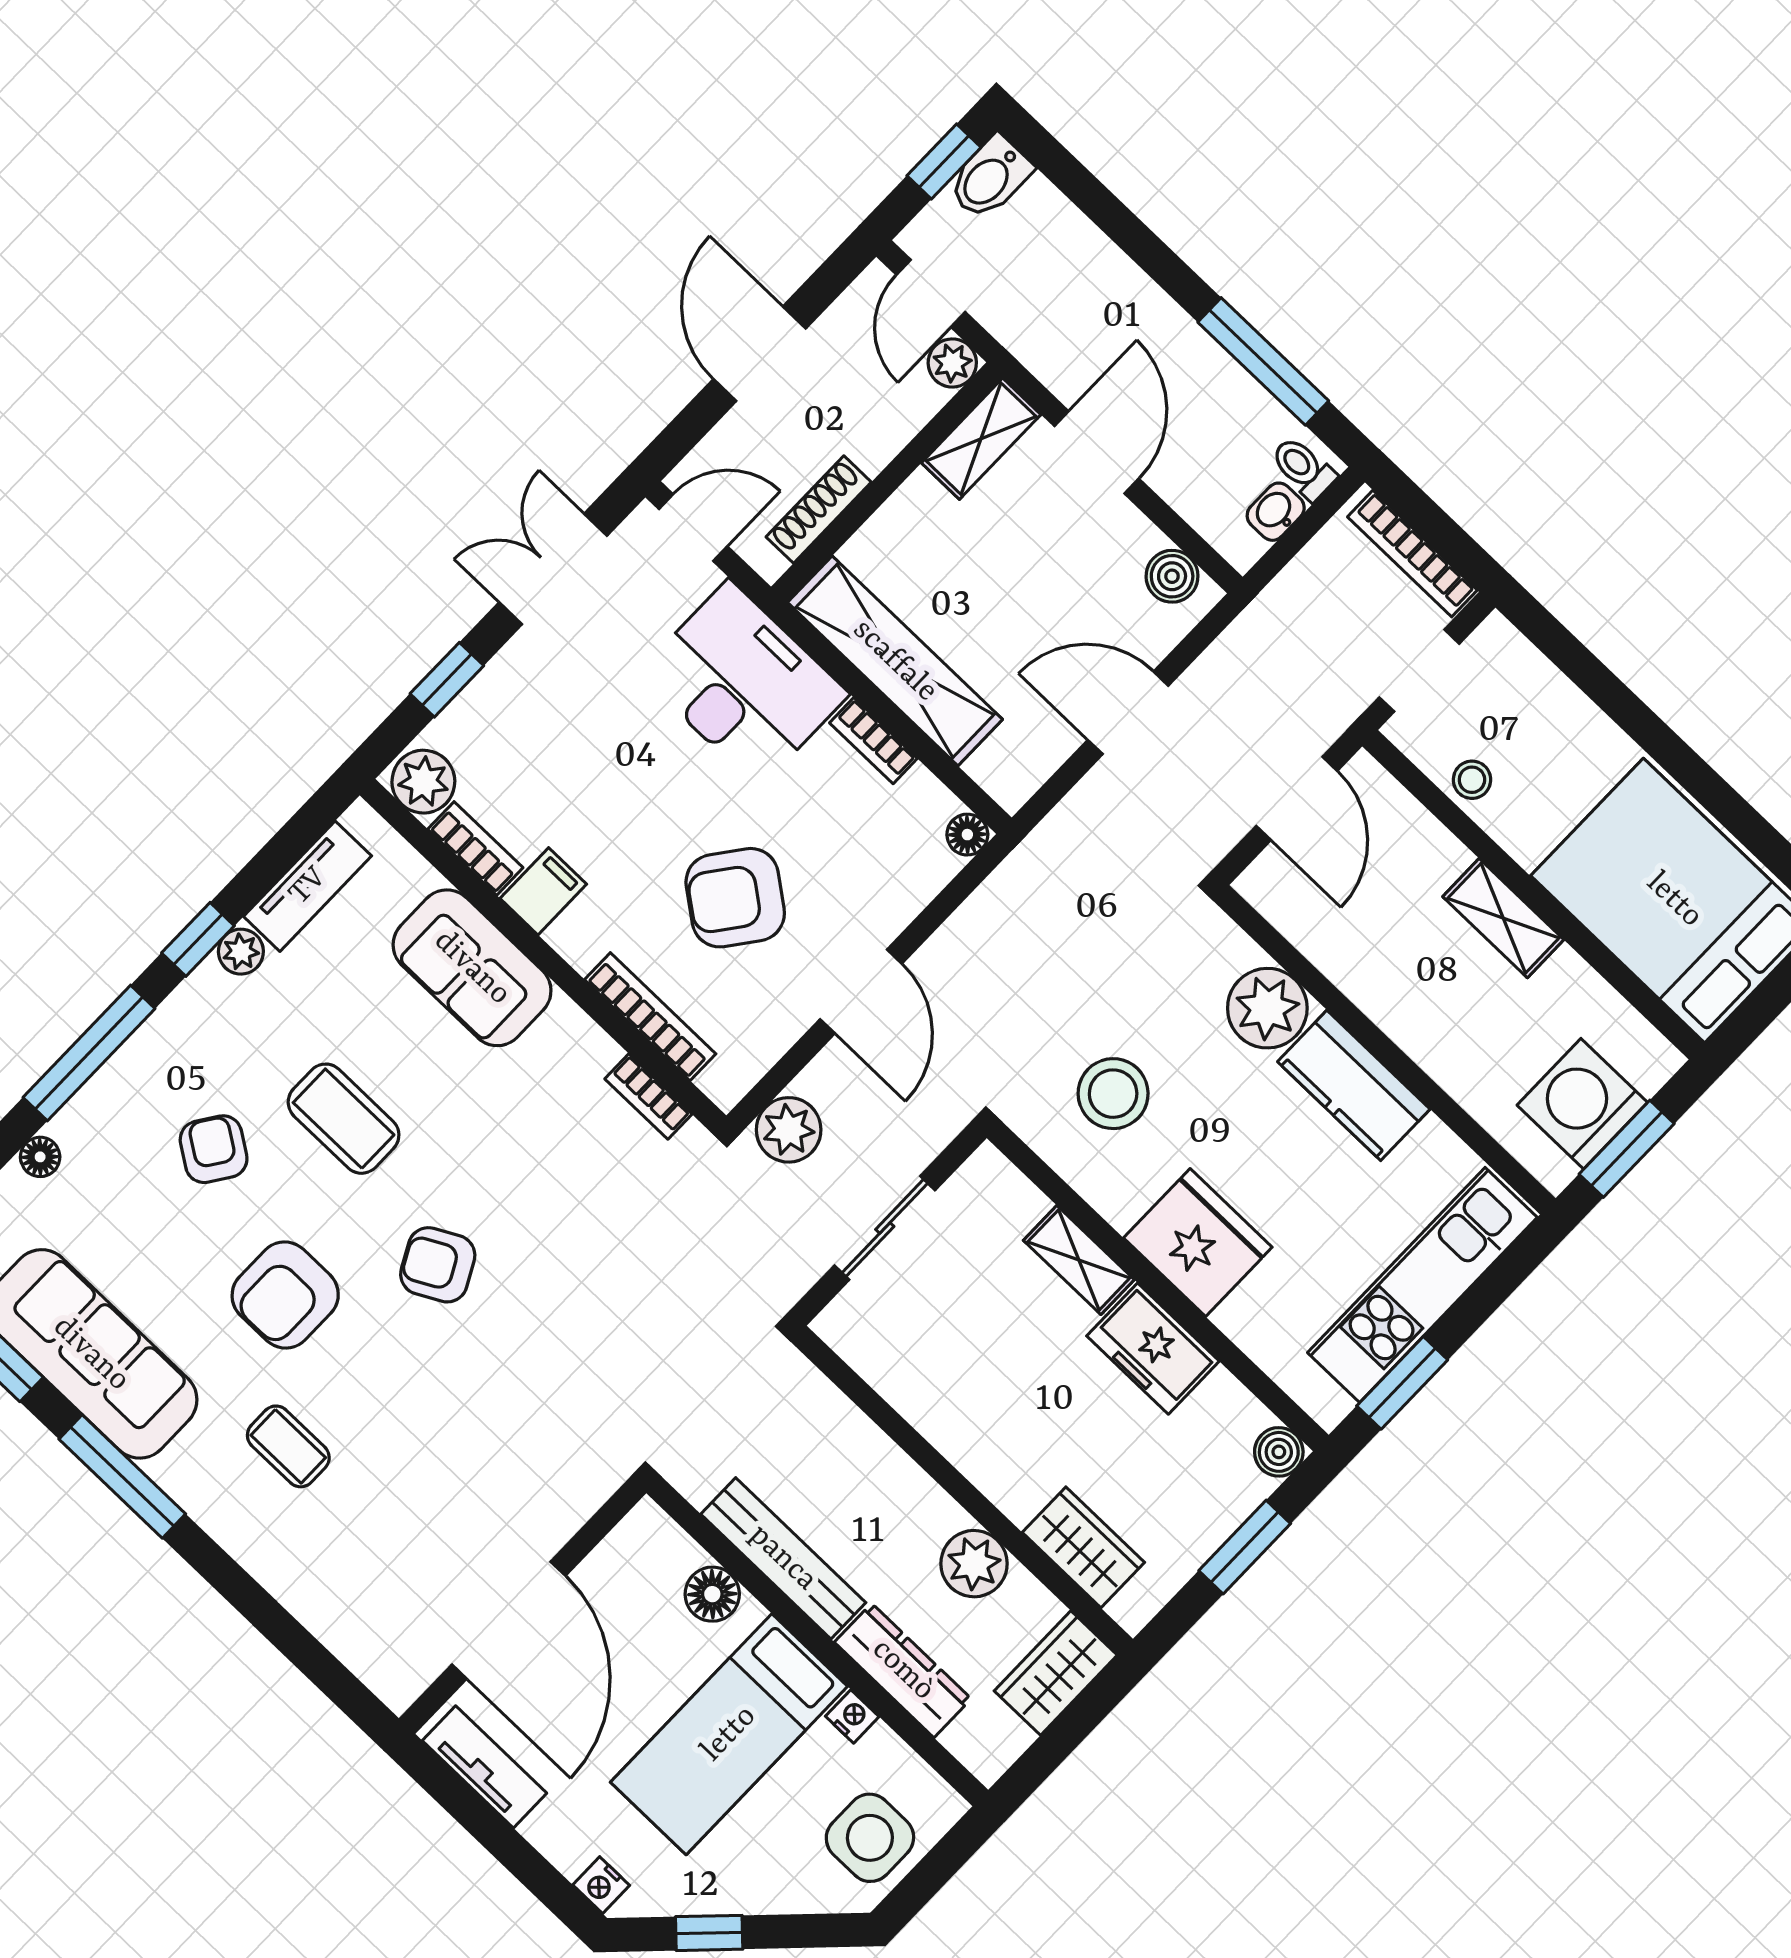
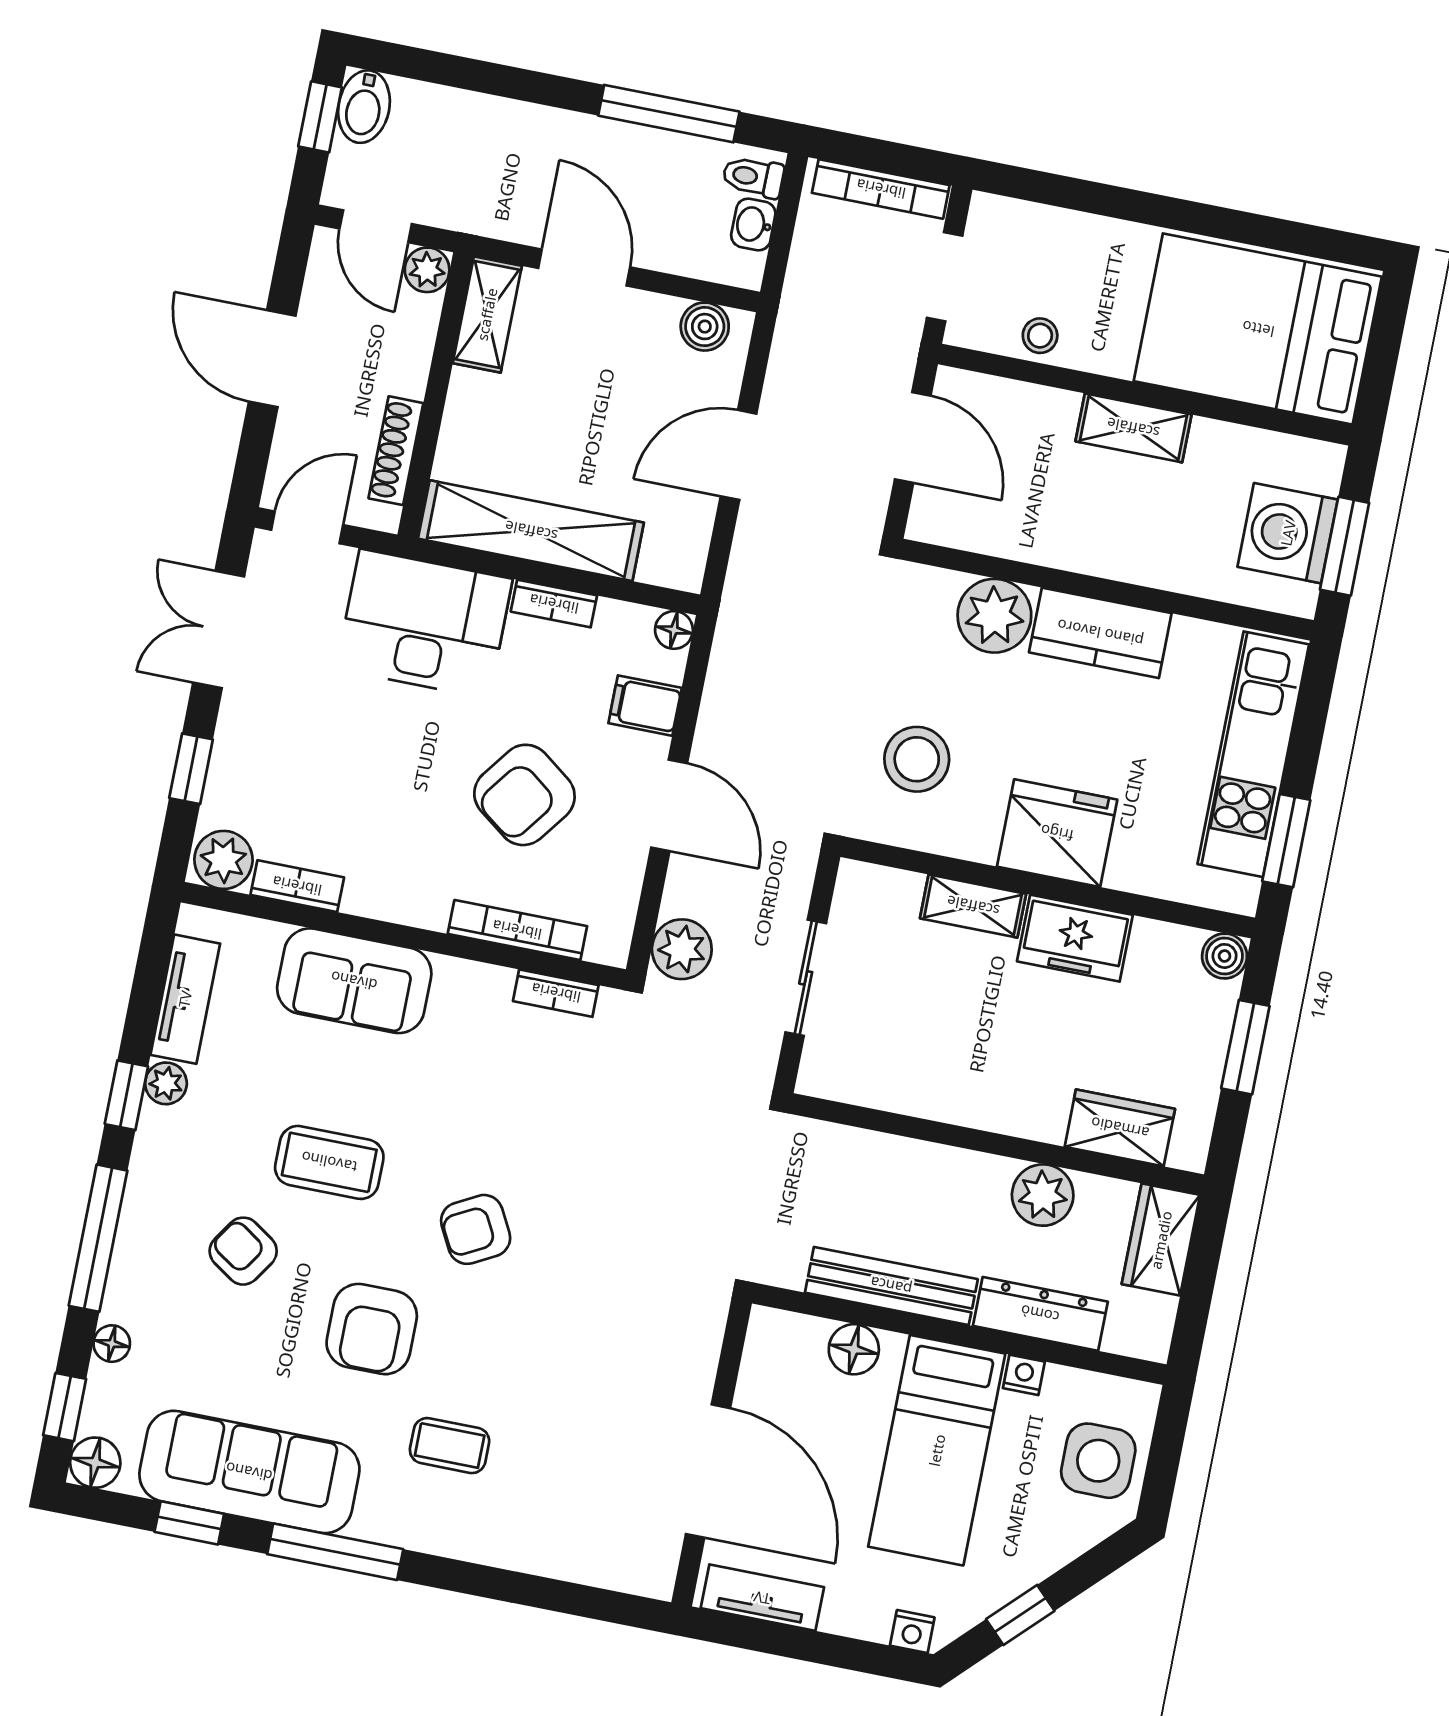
filing cabinet: (543, 891) -> (645, 706), moved, turned -90

